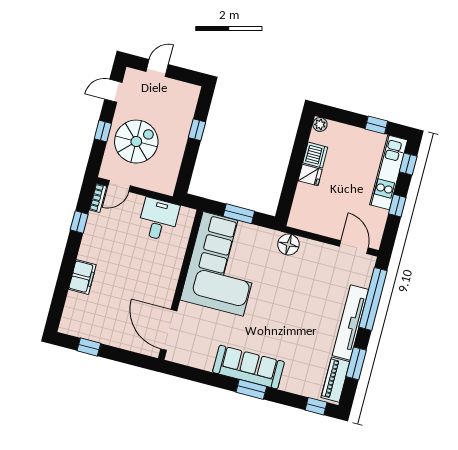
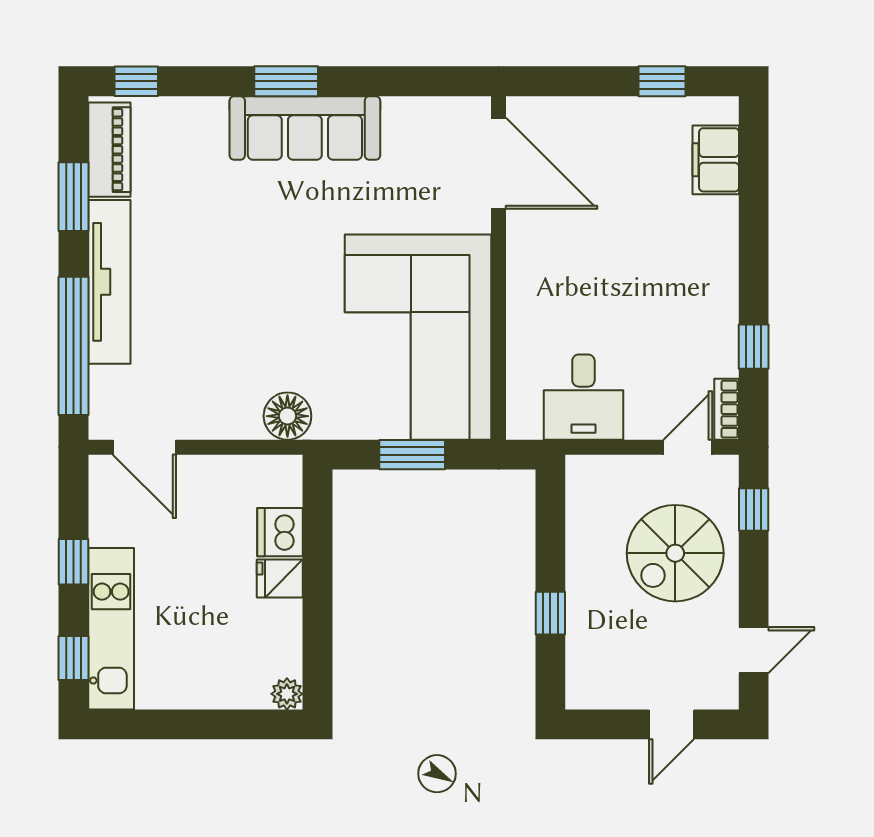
window: (376, 125) -> (165, 724), removed
window: (103, 131) -> (754, 510), moved
dishwasher: (315, 155) -> (280, 532), moved
filing cabinet: (82, 277) -> (716, 160), moved

